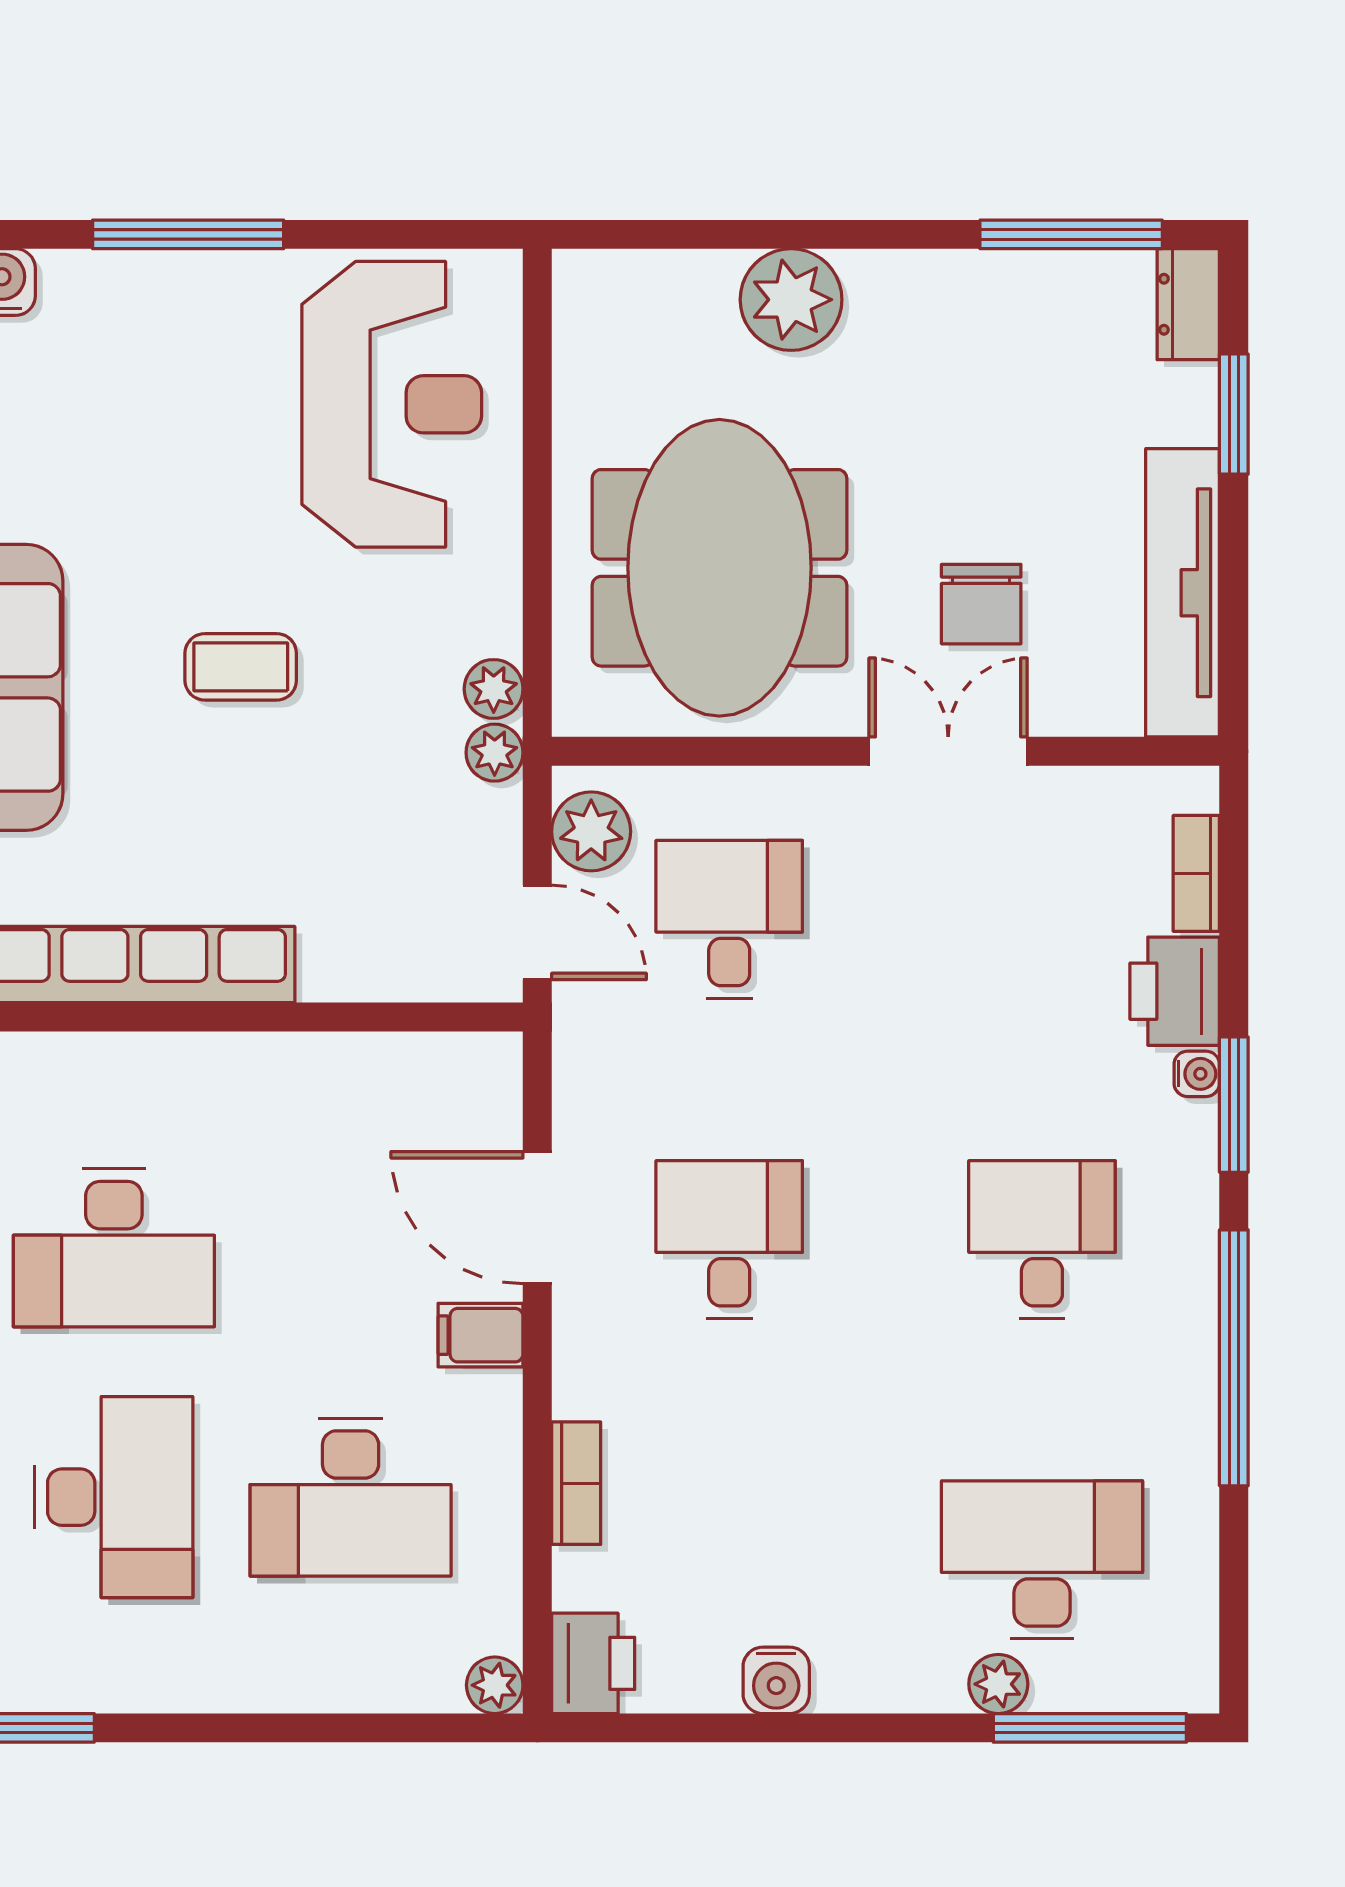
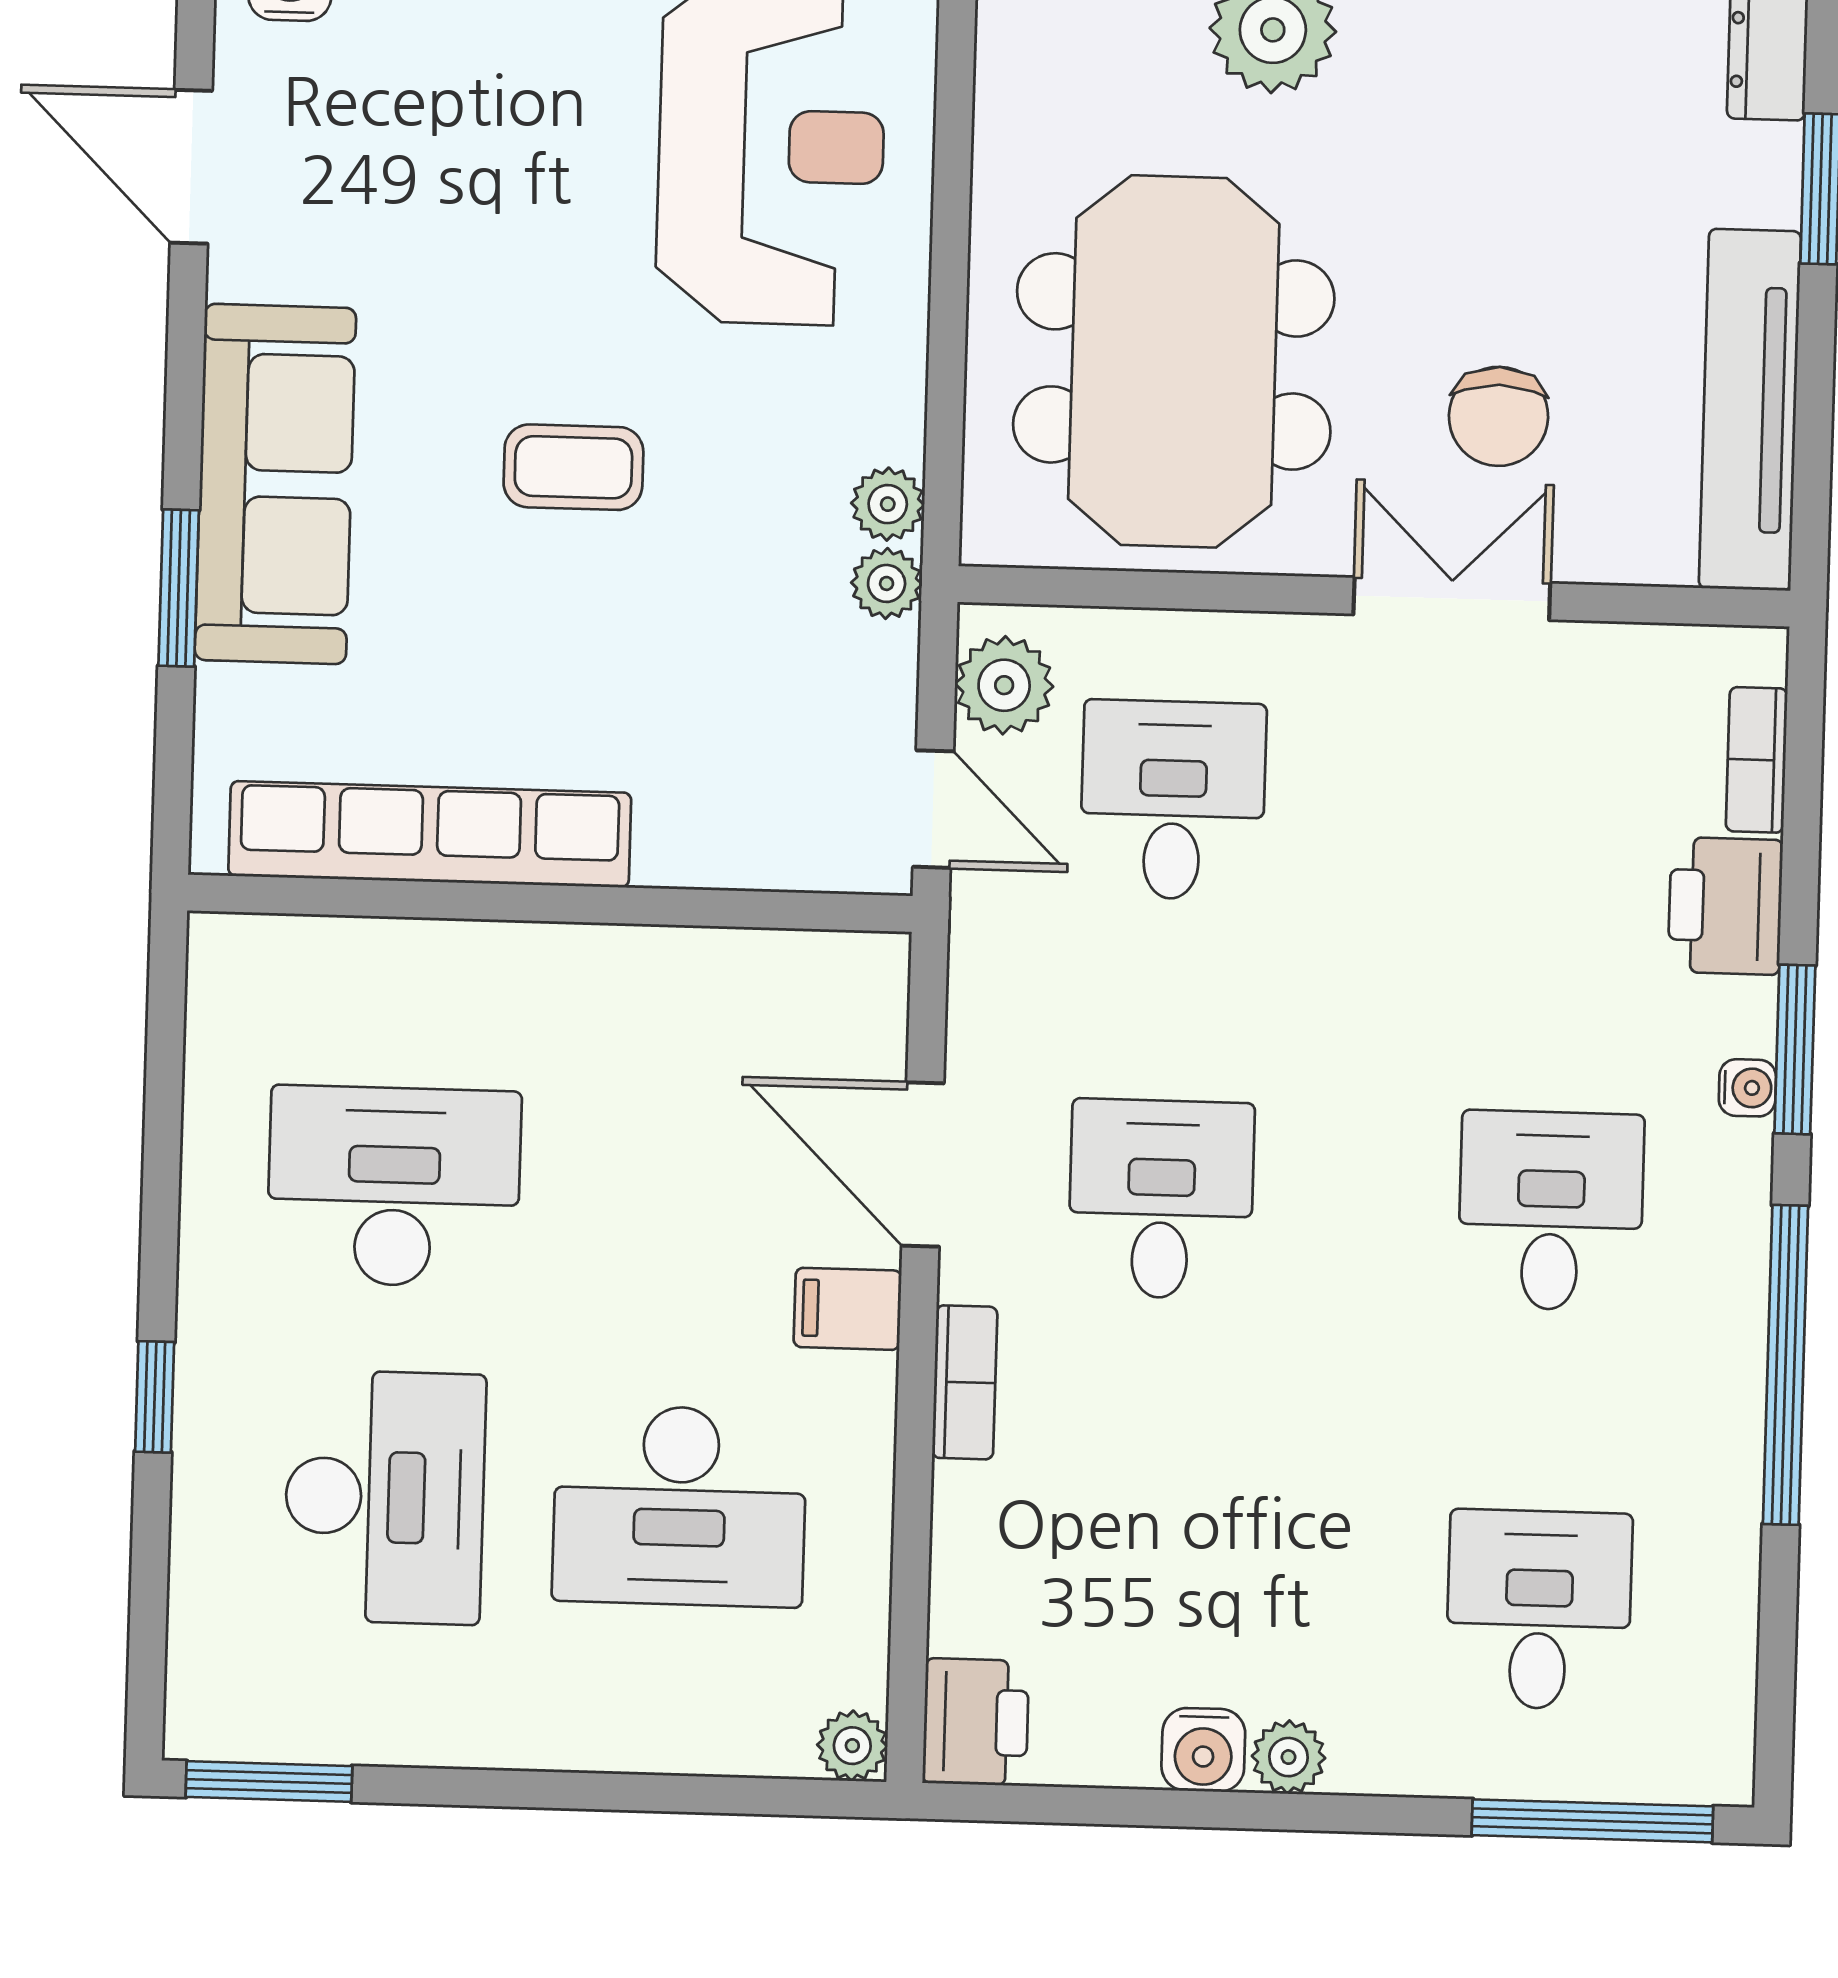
water cooler: (1197, 1074) -> (1747, 1088), moved
desk: (114, 1248) -> (394, 1186), turned 180
bookcase: (576, 1483) -> (965, 1382), moved
desk: (1042, 1560) -> (1539, 1610), width x0.73
plant: (998, 1684) -> (1288, 1757), moved

